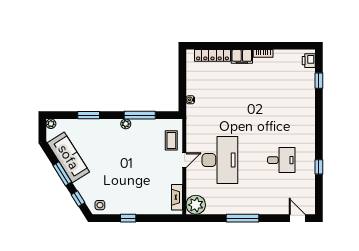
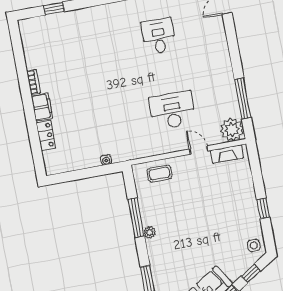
locker: (212, 55) -> (46, 135), width x0.66
printer: (309, 61) -> (32, 25), removed
door: (184, 160) -> (199, 150), moved
desk: (220, 160) -> (172, 110), width x0.73, depth x0.77
window: (243, 218) -> (243, 98), moved

